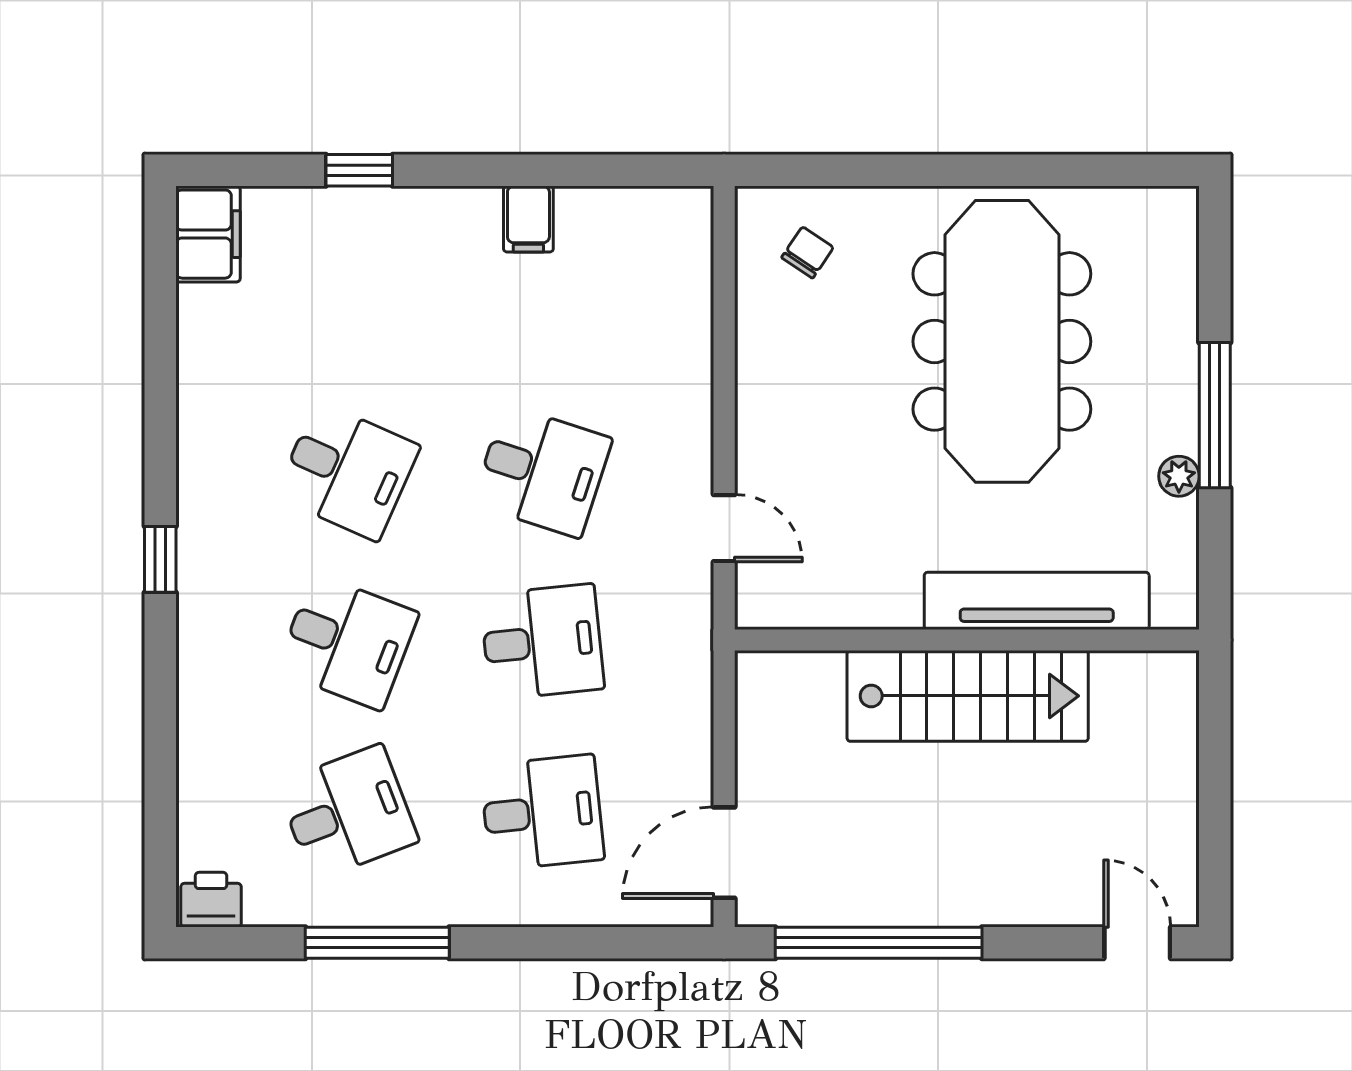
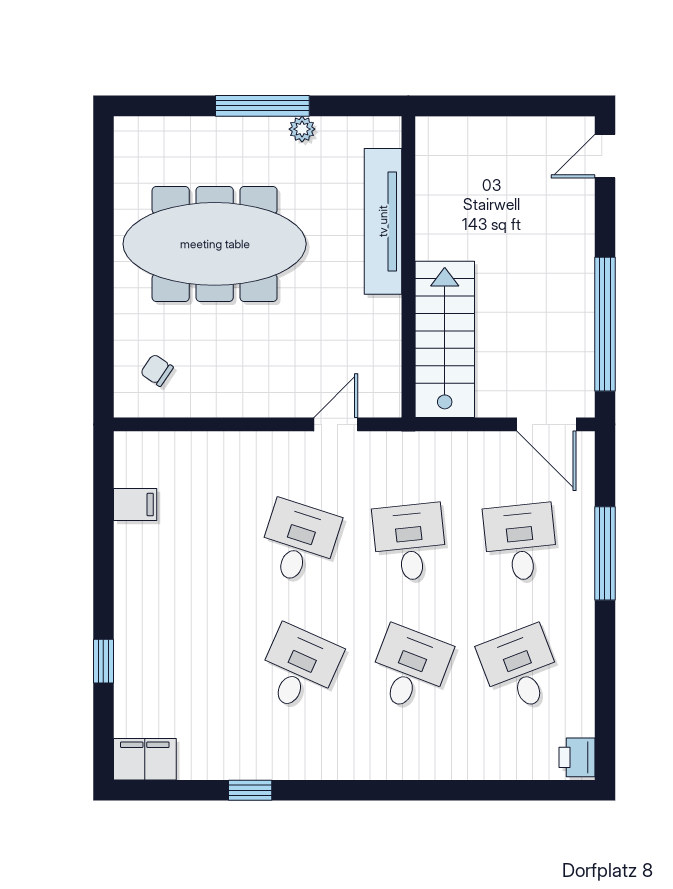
filing cabinet: (528, 219) -> (135, 505), moved
window: (160, 559) -> (250, 790), moved
stairs: (968, 696) -> (445, 339), moved
window: (377, 943) -> (605, 553), moved

